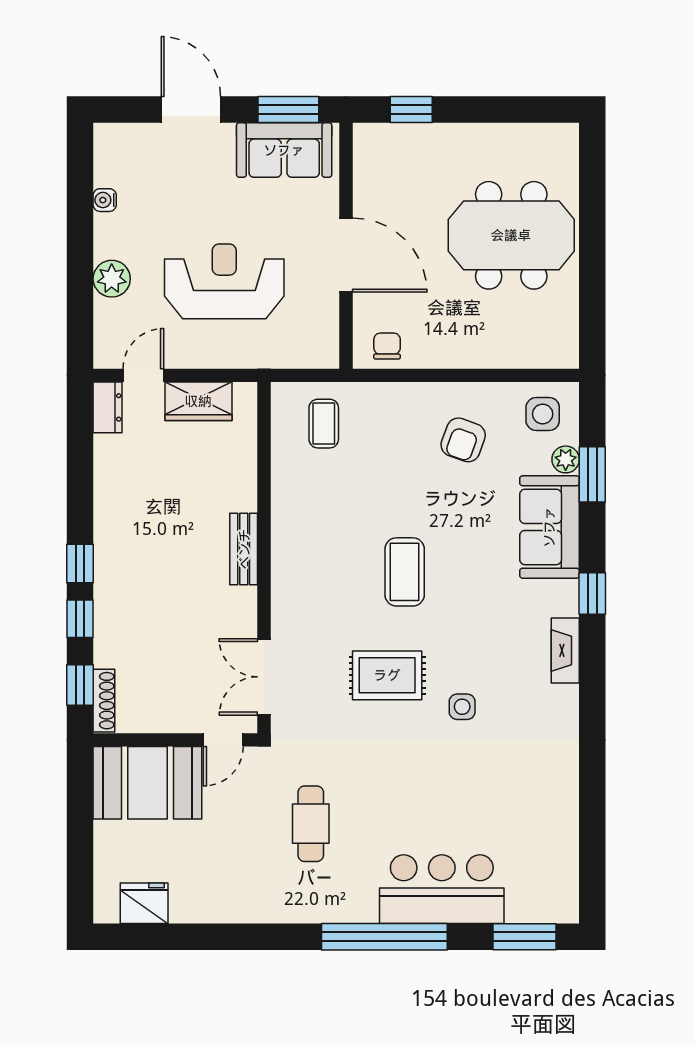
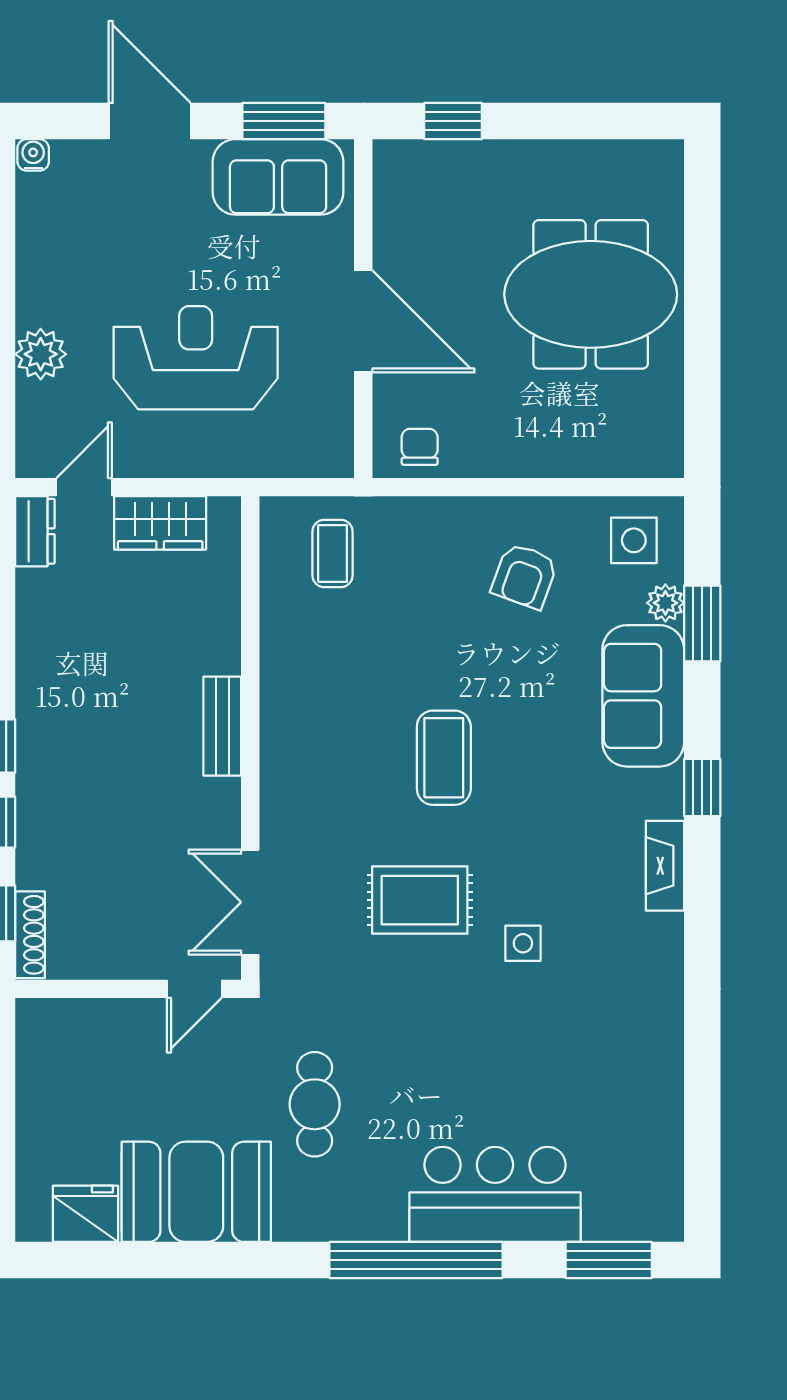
water cooler: (105, 200) -> (33, 155), moved, turned 90
booth: (147, 783) -> (196, 1192), moved

